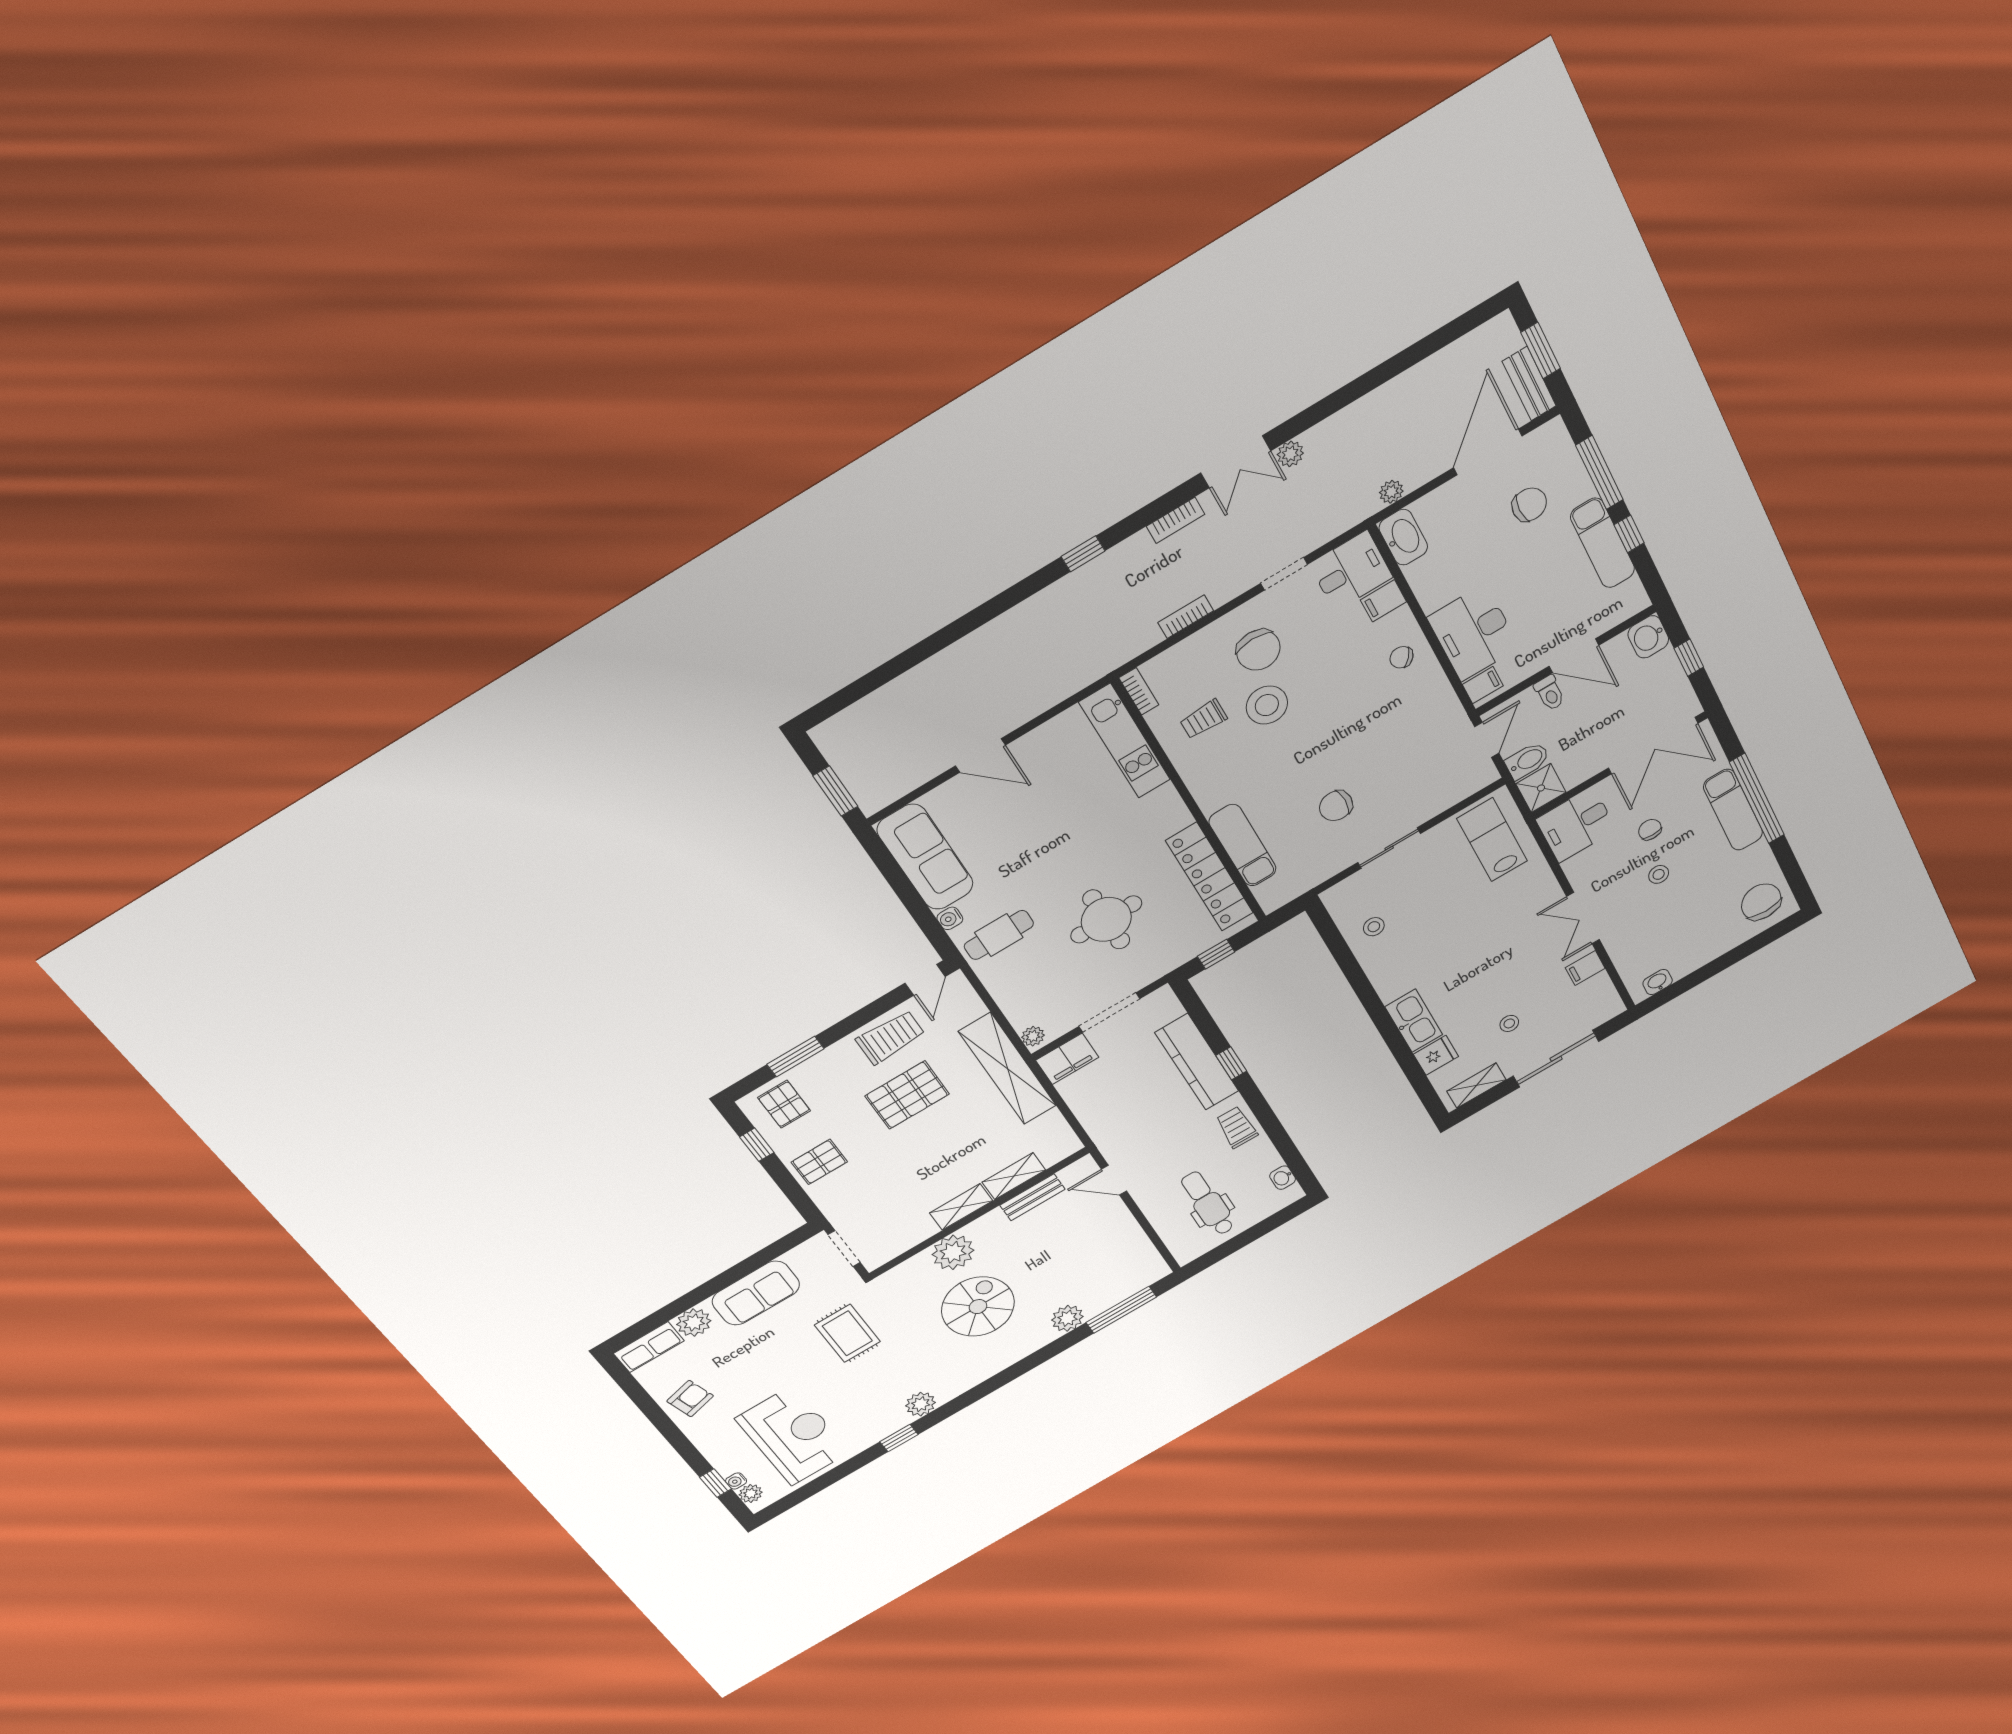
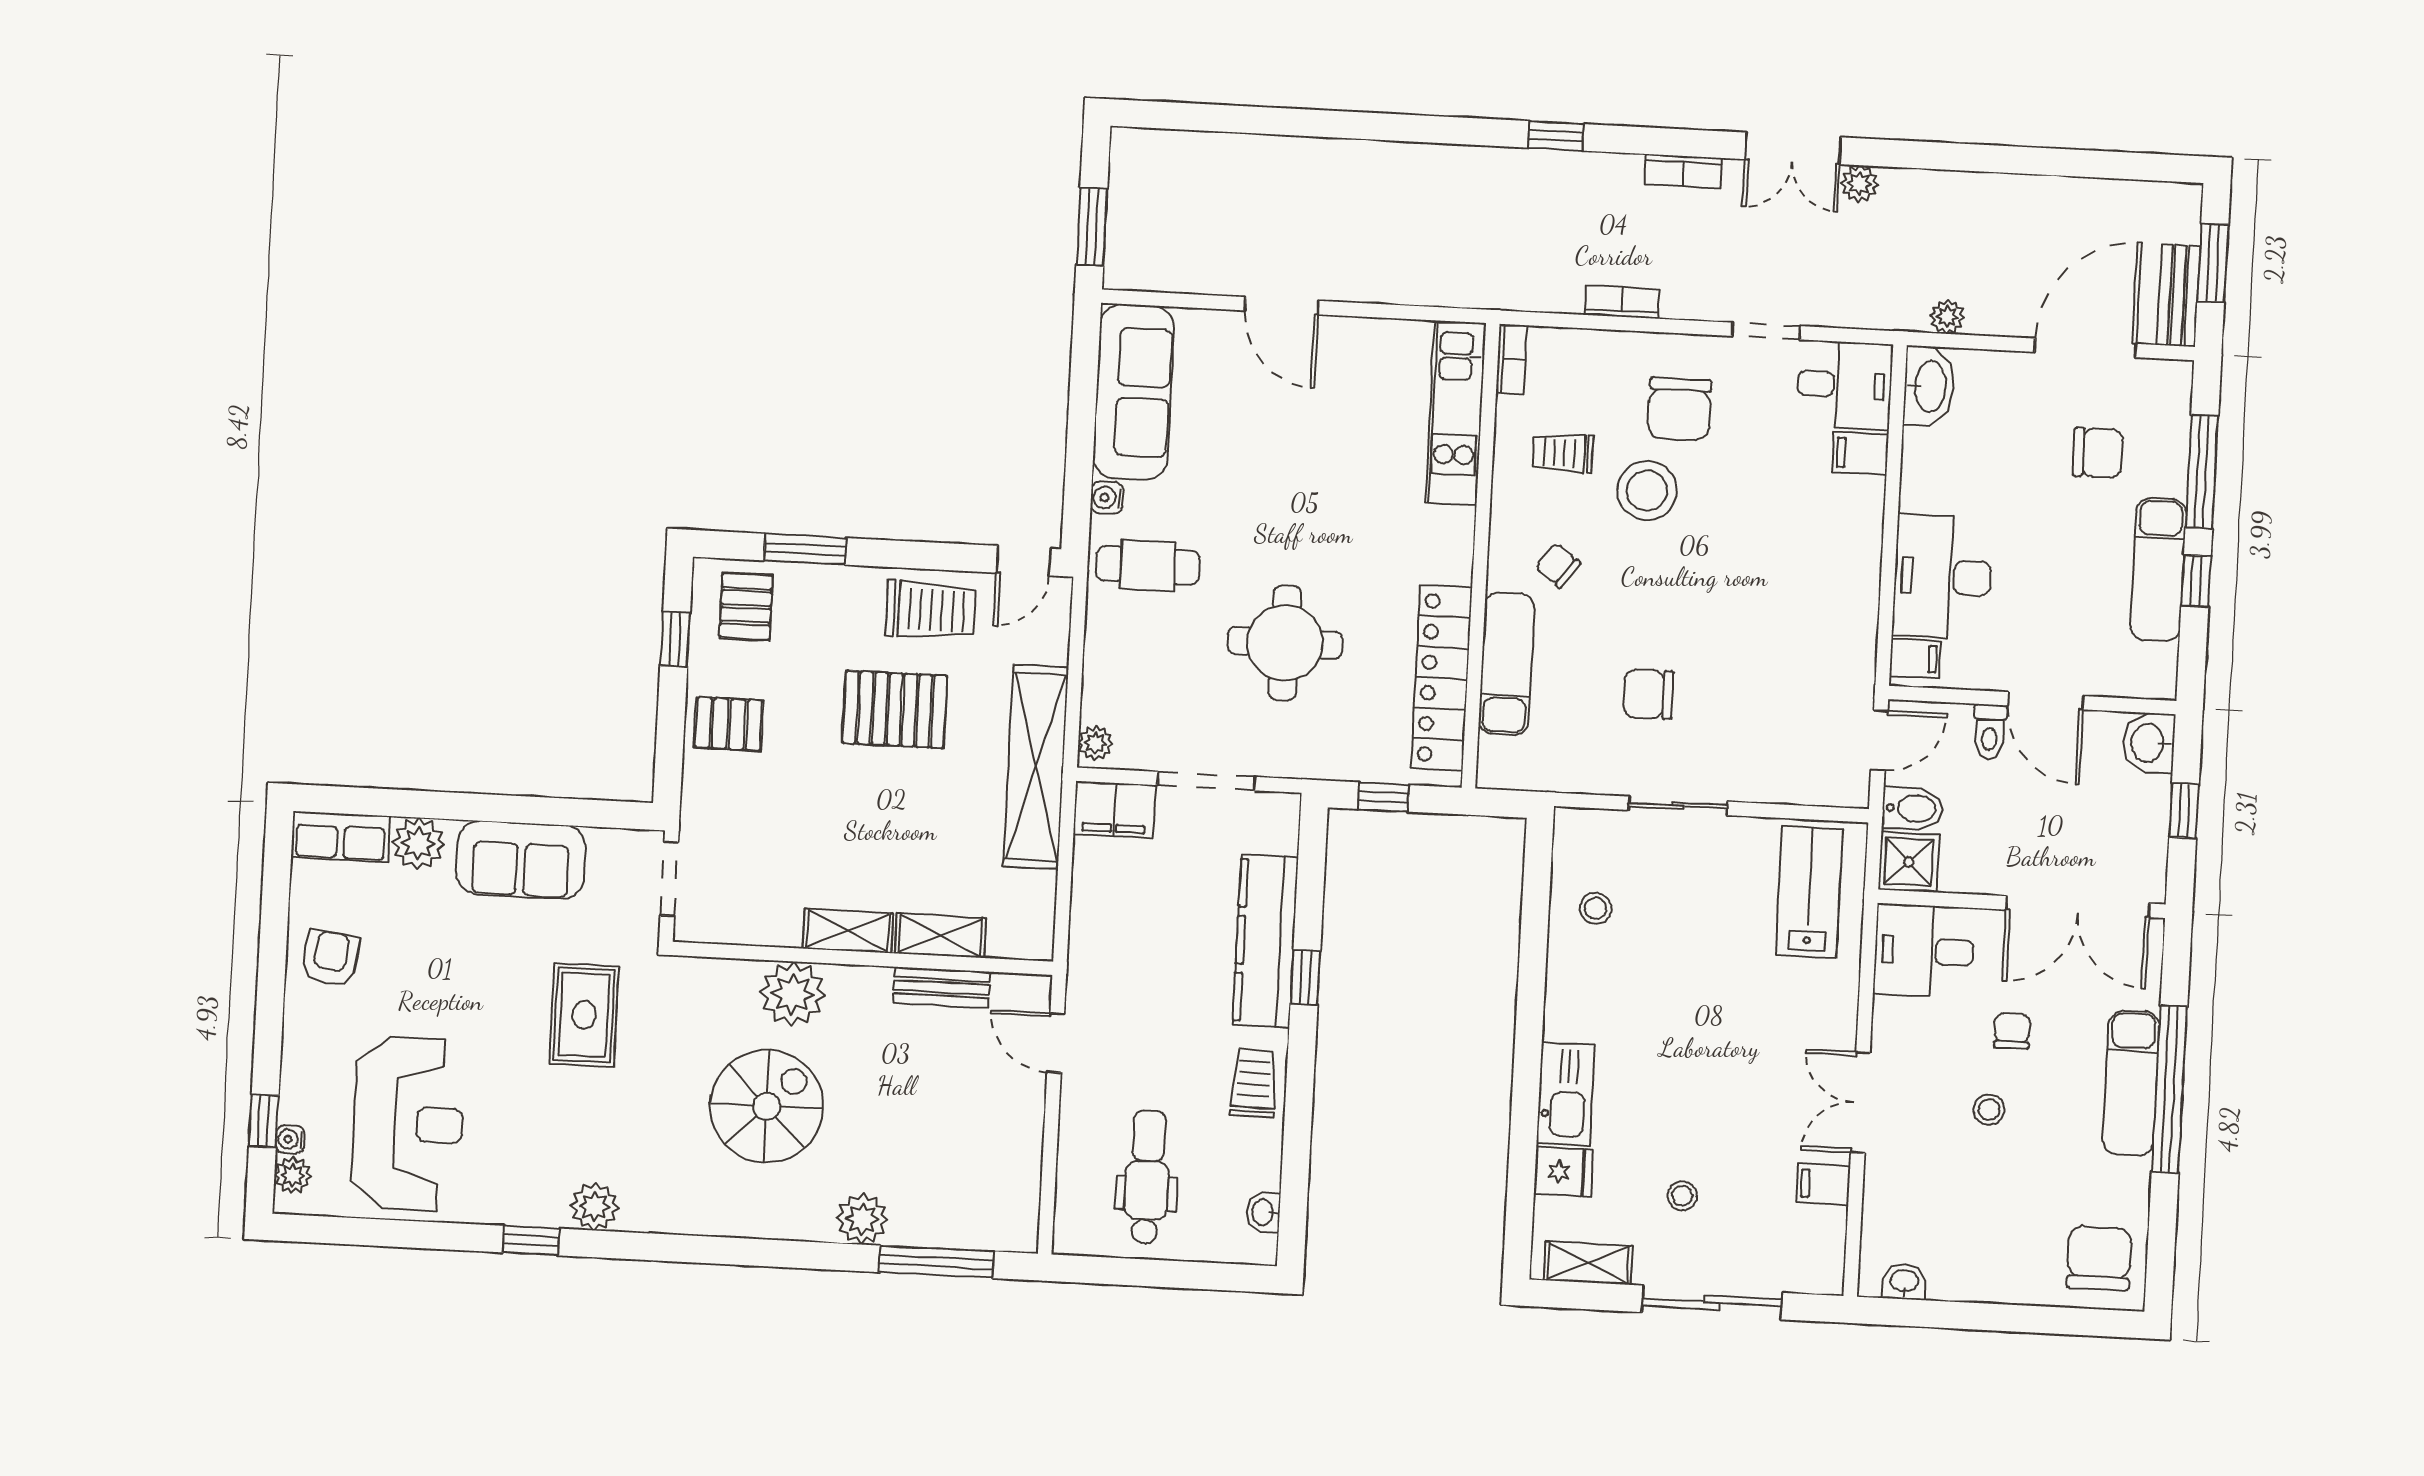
chair: (1402, 657) -> (1558, 565), moved
armchair: (690, 1399) -> (330, 958), turned -67

